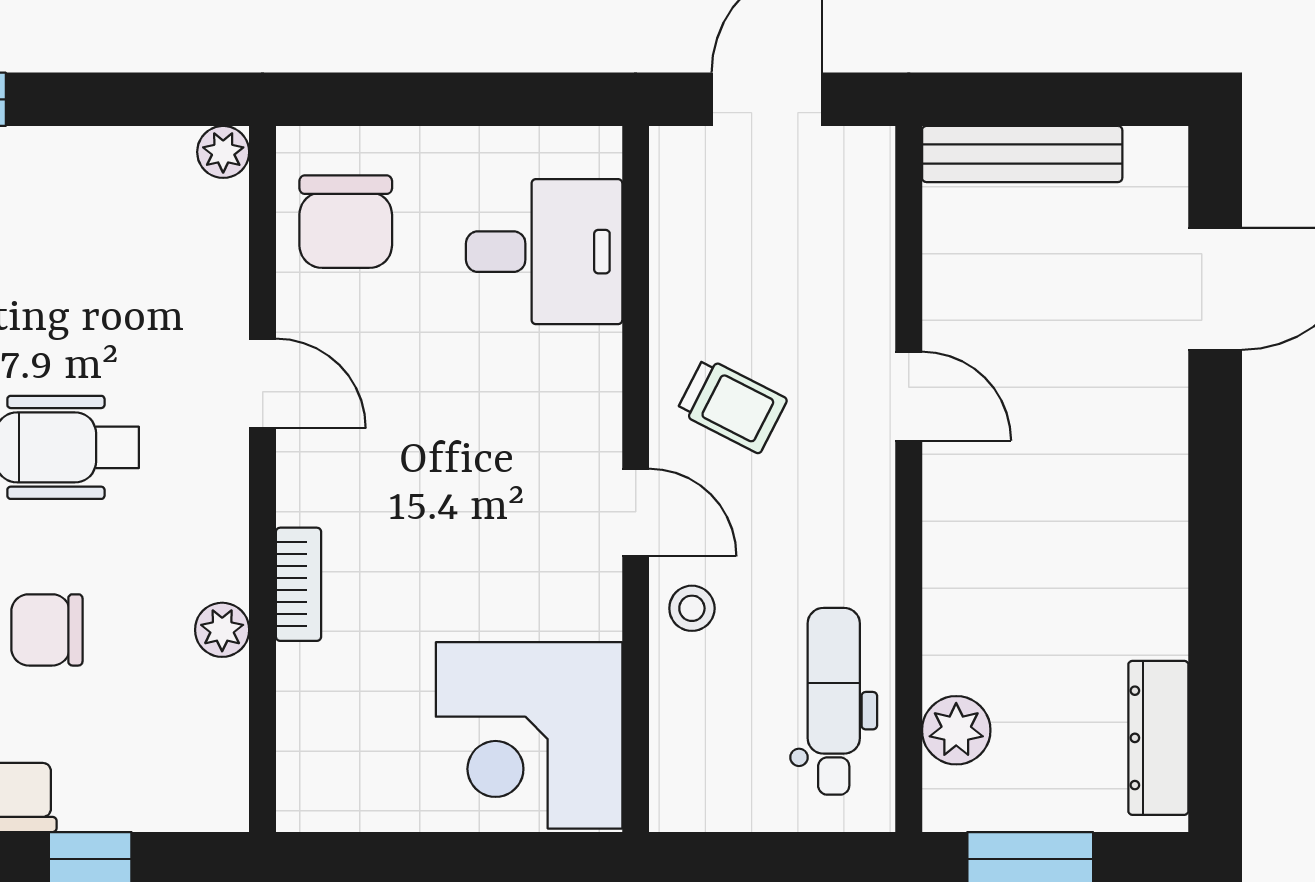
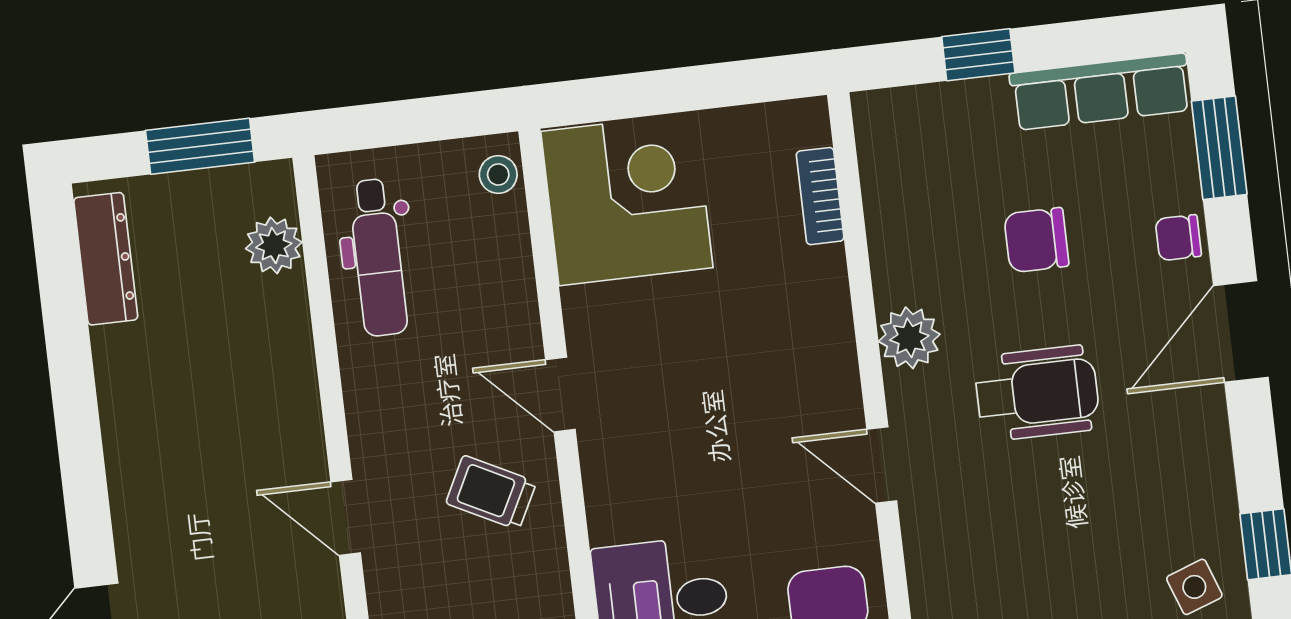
bookcase: (298, 584) -> (820, 196), moved
stool: (692, 608) -> (498, 175), moved
chair: (47, 630) -> (1036, 240), turned 180
plant: (222, 630) -> (909, 338), moved, width x1.38, depth x1.38

